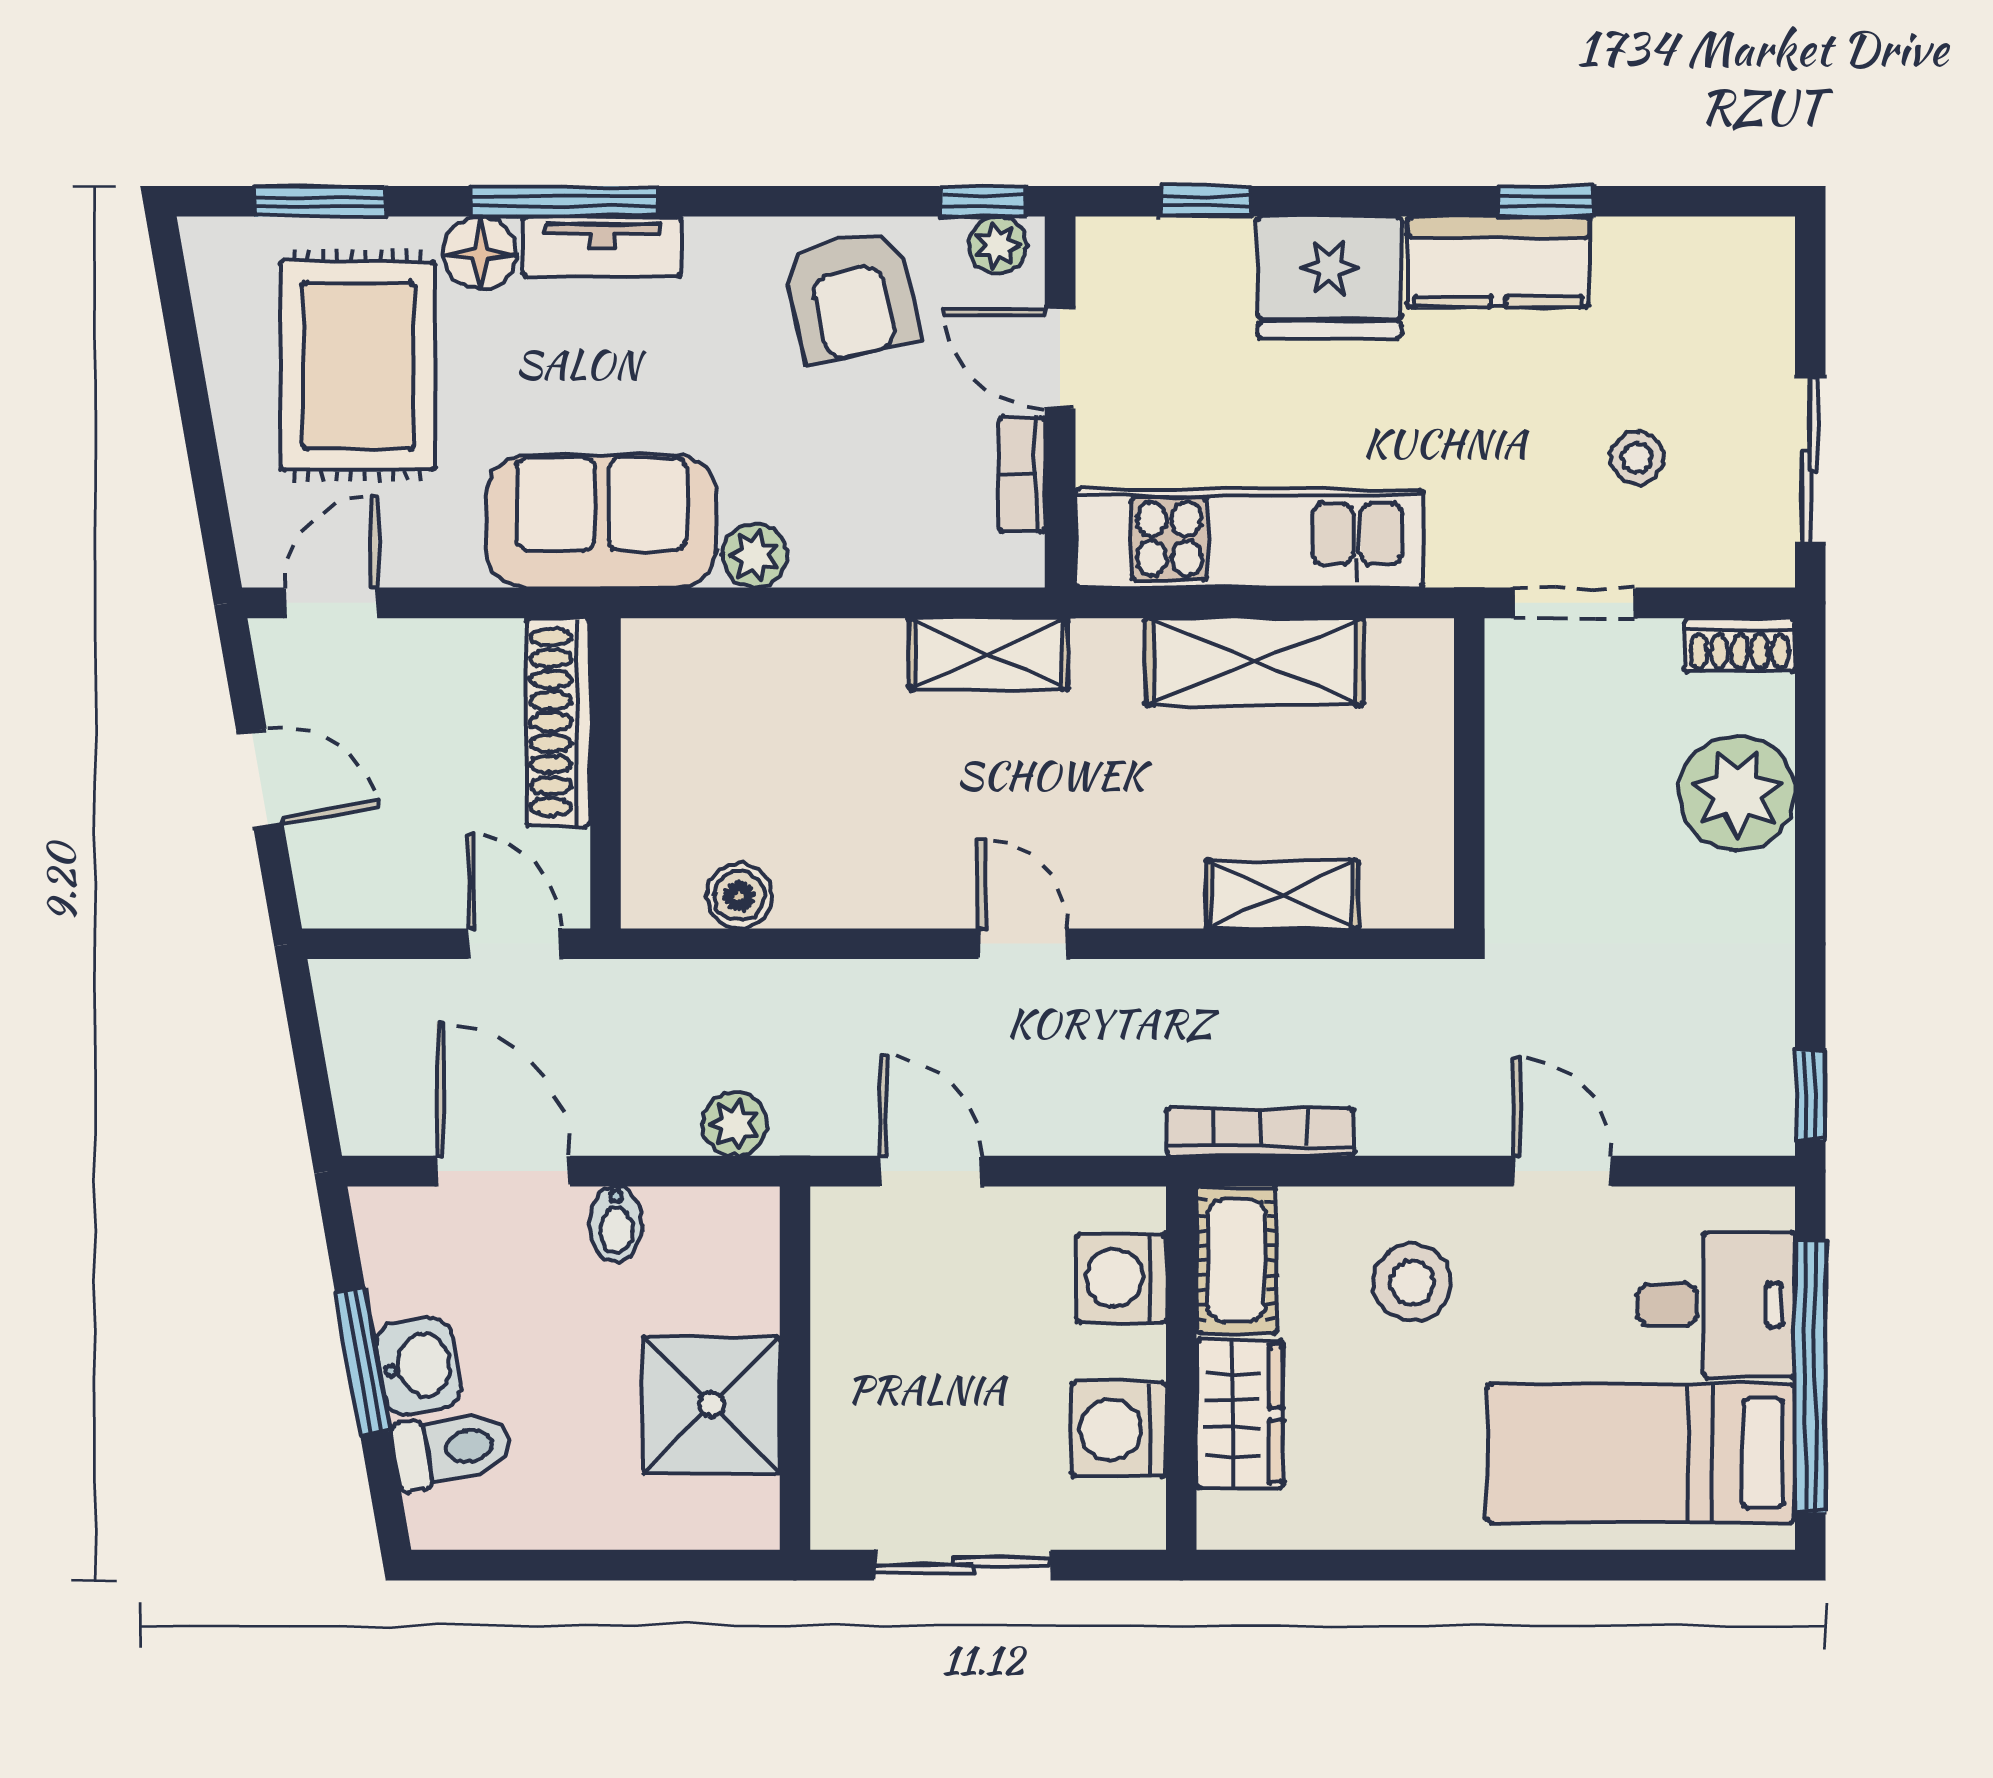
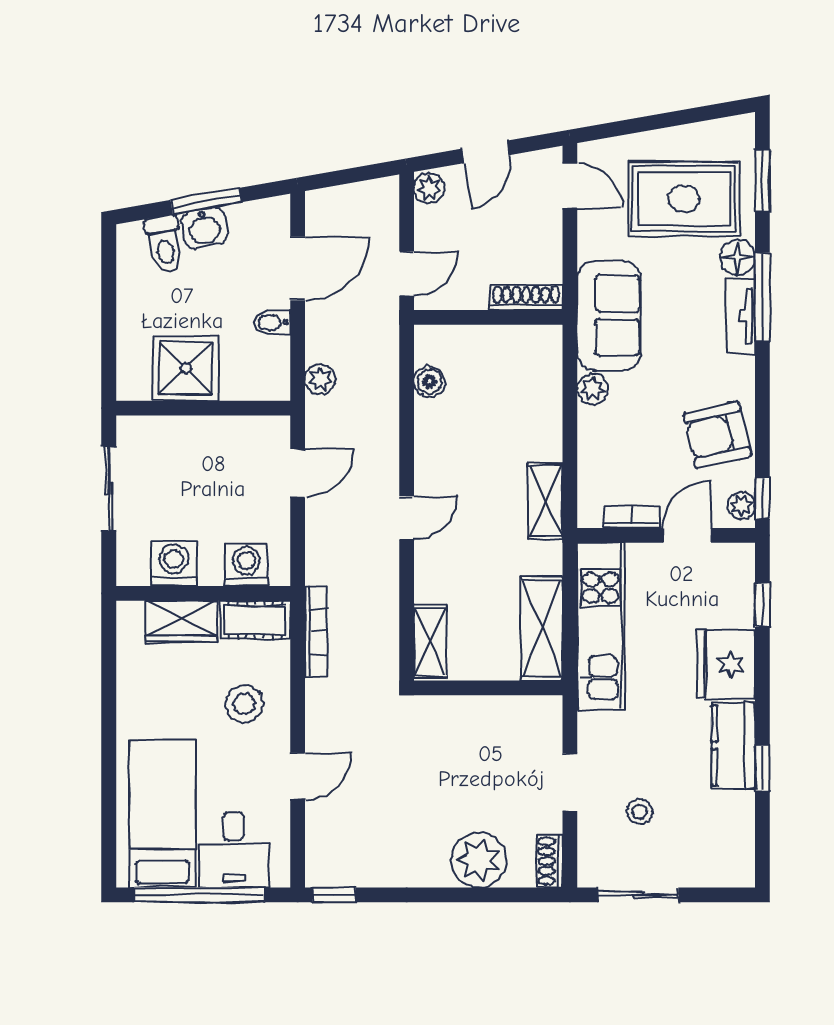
shoe rack: (558, 722) -> (526, 298), width x0.74, depth x0.81
wall: (1469, 773) -> (488, 688), moved
plant: (336, 897) -> (429, 188), added

